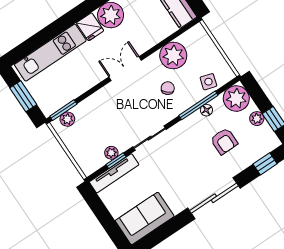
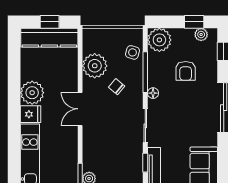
floor lamp: (206, 110) -> (153, 93), moved
plant: (257, 119) -> (201, 35), moved
armchair: (224, 141) -> (186, 71), turned 90
plant: (111, 153) -> (137, 162), removed

